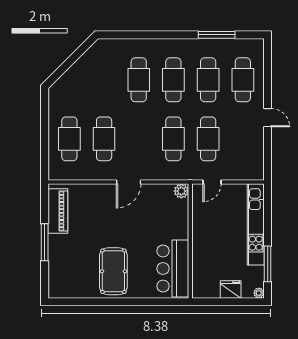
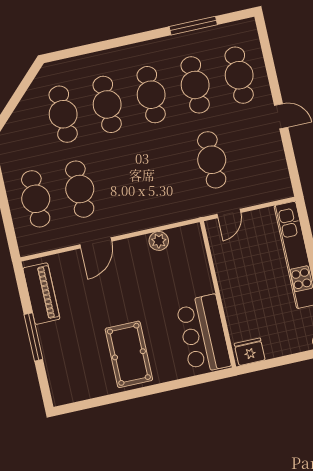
cafe table: (173, 139) -> (63, 114), moved
door: (129, 182) -> (96, 243), moved
plant: (181, 191) -> (159, 241), moved
fridge: (231, 289) -> (250, 352), moved

